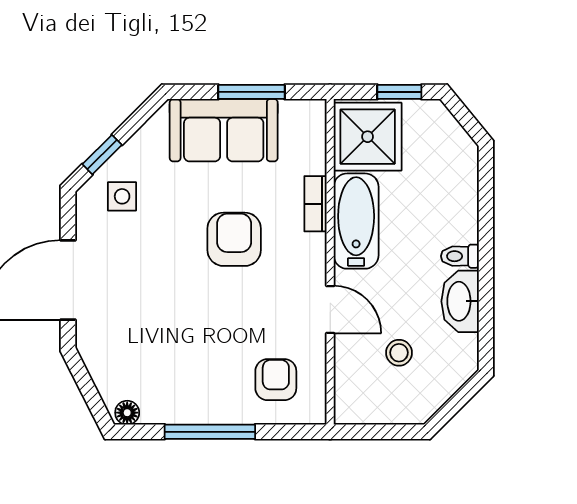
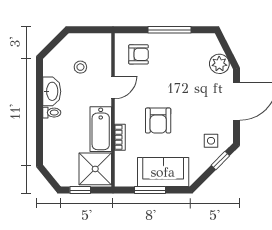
door: (330, 309) -> (113, 87), swing flipped
plant: (104, 360) -> (219, 64), added
armchair: (276, 380) -> (138, 54), turned -90
floor lamp: (127, 413) -> (209, 39), removed

